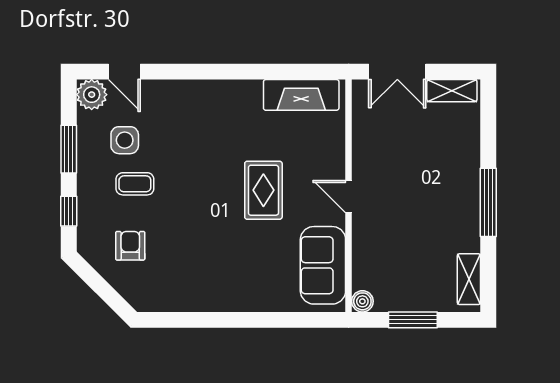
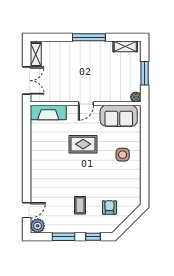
fireplace: (301, 95) -> (48, 113), moved, turned 90
side table: (125, 140) -> (123, 155), moved
armchair: (130, 246) -> (109, 207), turned 90

